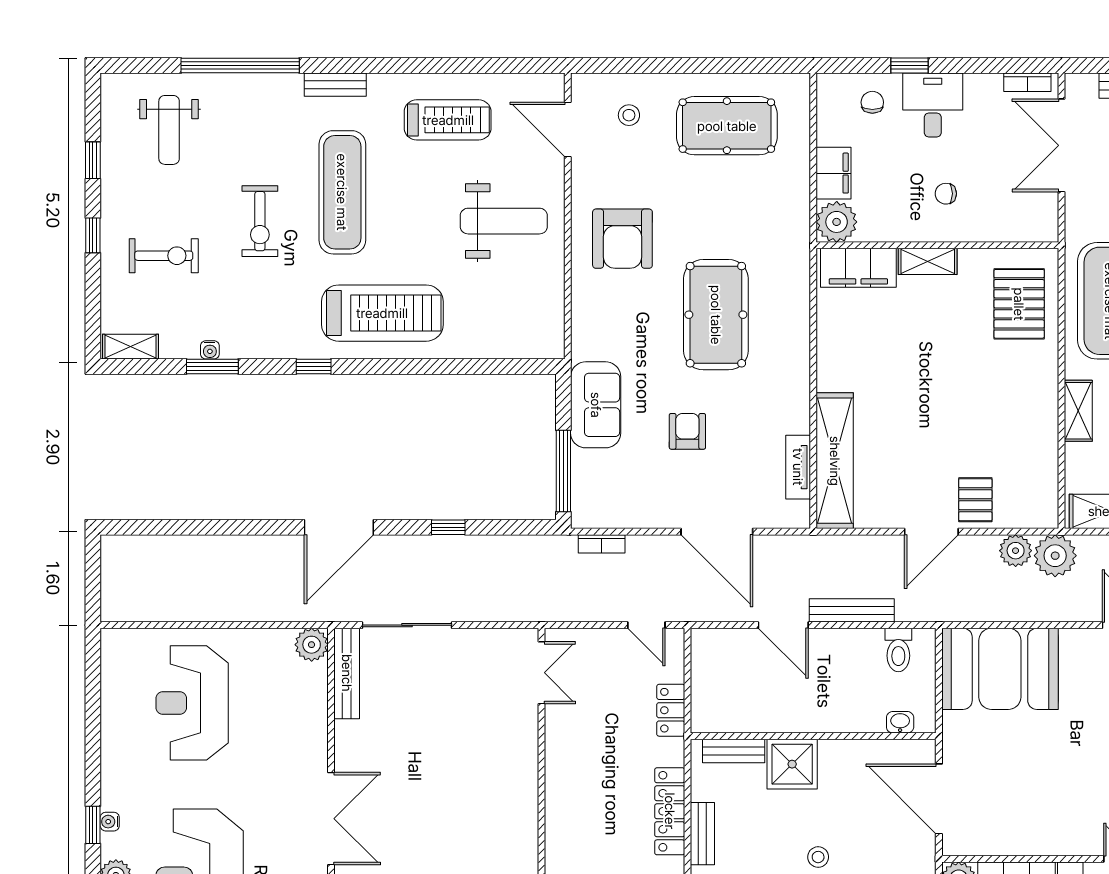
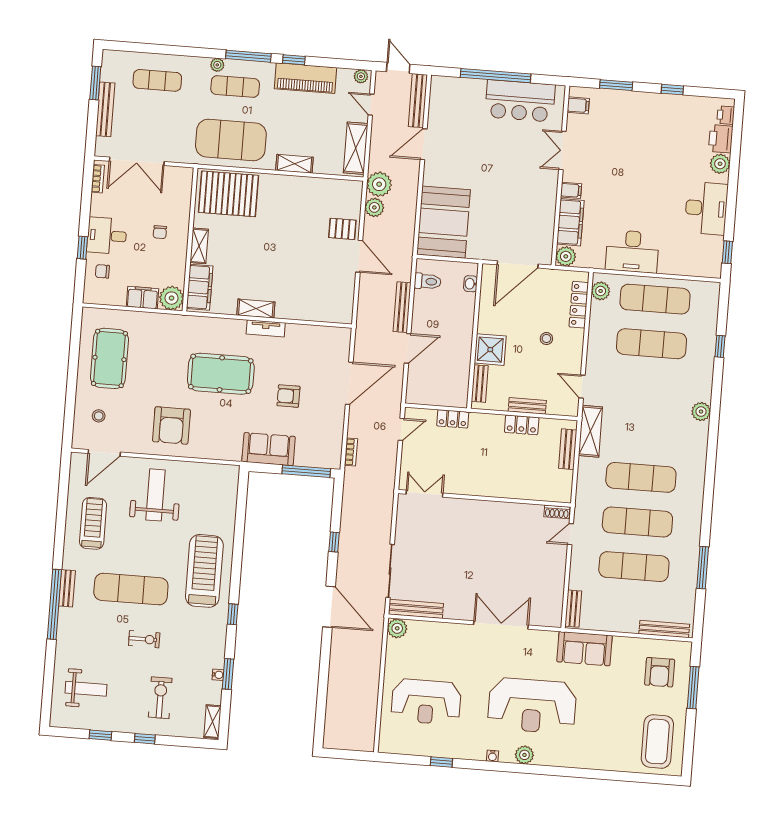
window: (240, 66) -> (54, 604), moved
exercise bike: (260, 221) -> (144, 639), width x0.73, depth x0.72
armchair: (622, 239) -> (171, 425), turned 90
pallet: (1019, 304) -> (228, 194), width x1.37, depth x1.41
shelving: (835, 461) -> (256, 309), moved, width x0.45, depth x0.75
tv unit: (798, 467) -> (266, 328), moved
locker: (670, 811) -> (522, 425), width x0.66
window: (93, 825) -> (441, 762), moved

